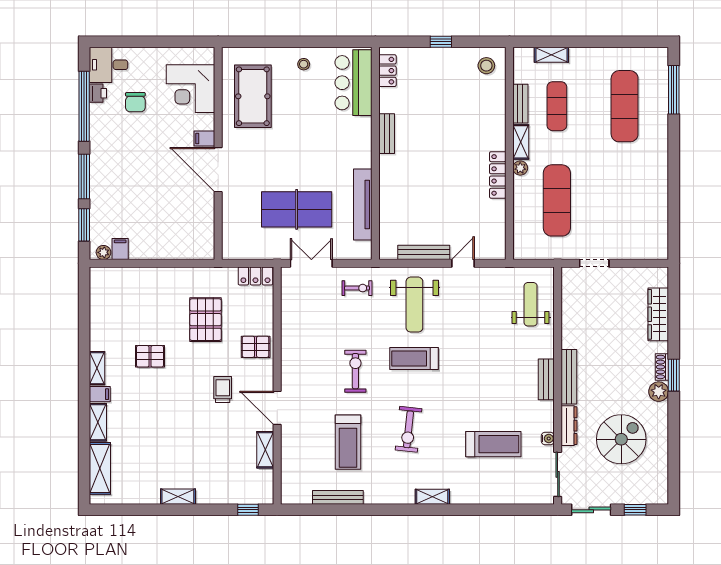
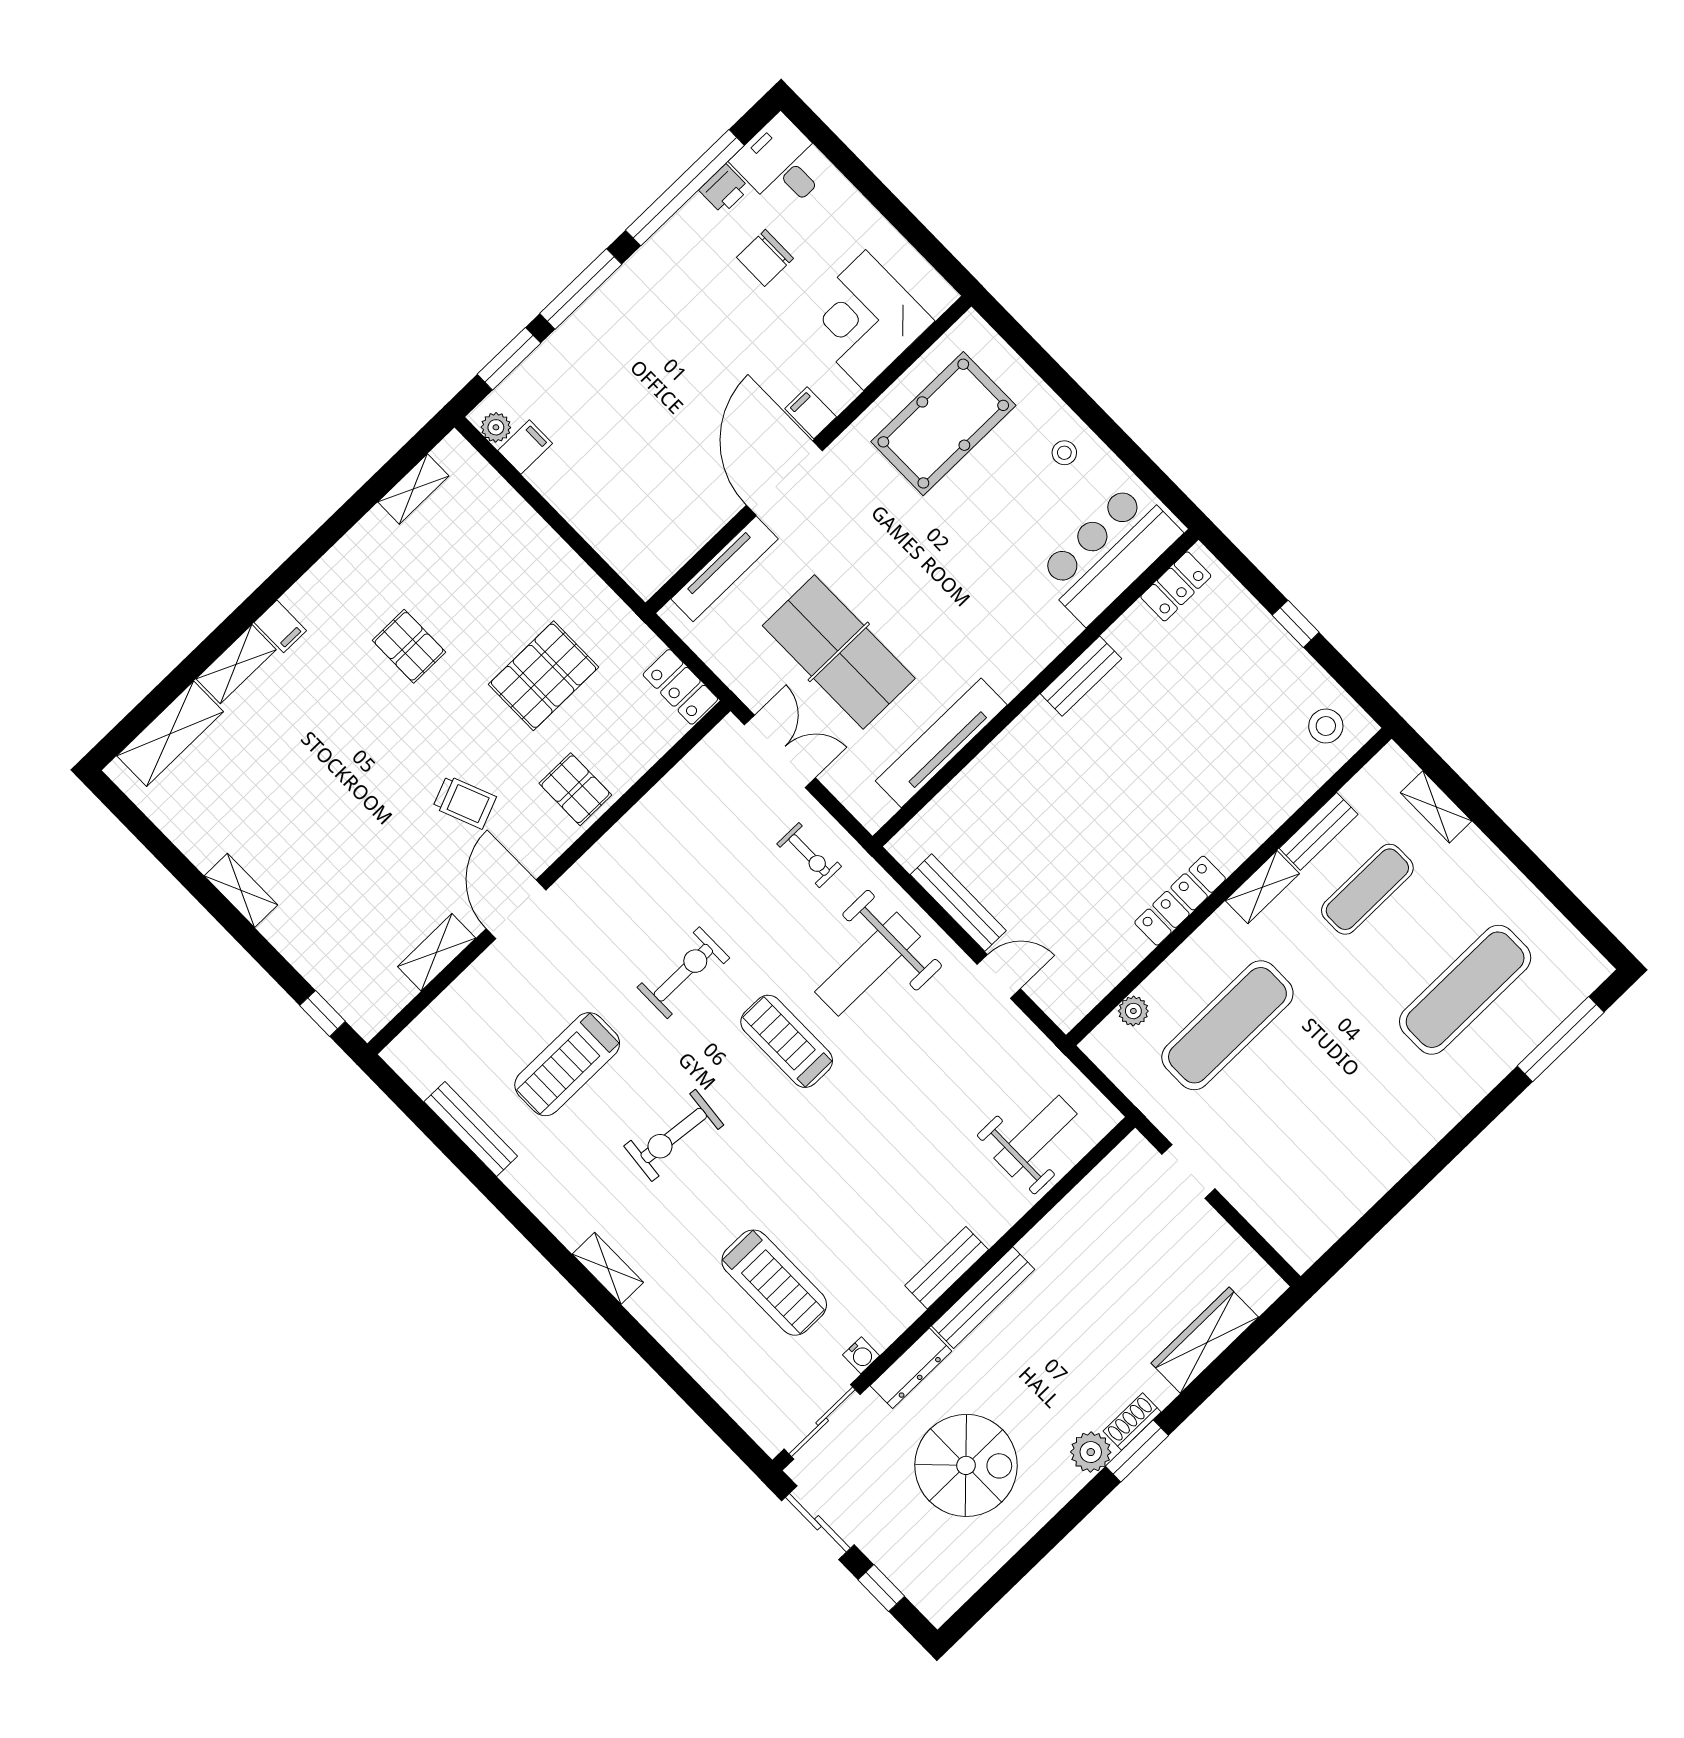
plant: (520, 168) -> (1133, 1011), moved
tv unit: (229, 221) -> (725, 569), added
shelving: (97, 368) -> (413, 489), moved
trolley: (223, 390) -> (465, 802), turned 68

